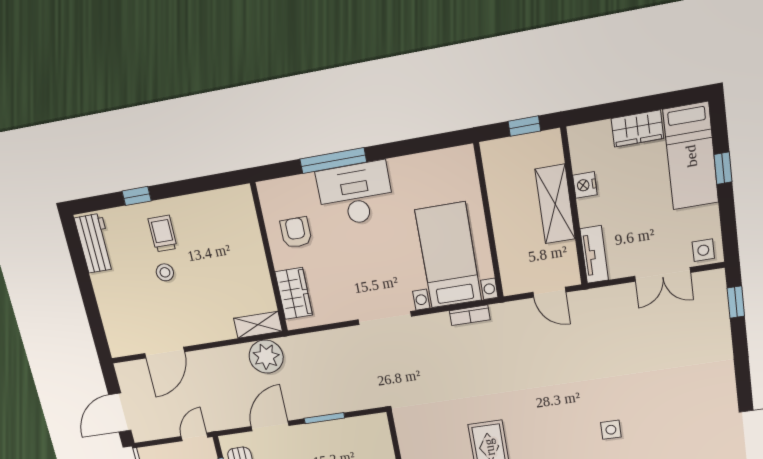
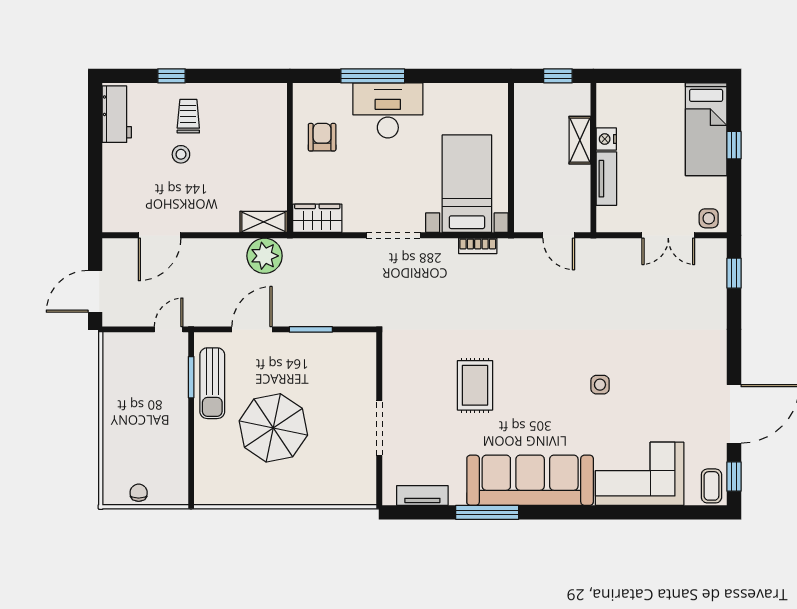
wardrobe: (637, 128) -> (661, 96), removed
shelving: (555, 204) -> (580, 140), width x0.67, depth x0.75
tv unit: (594, 254) -> (606, 179), moved
wardrobe: (294, 293) -> (317, 218), moved, turned -90

